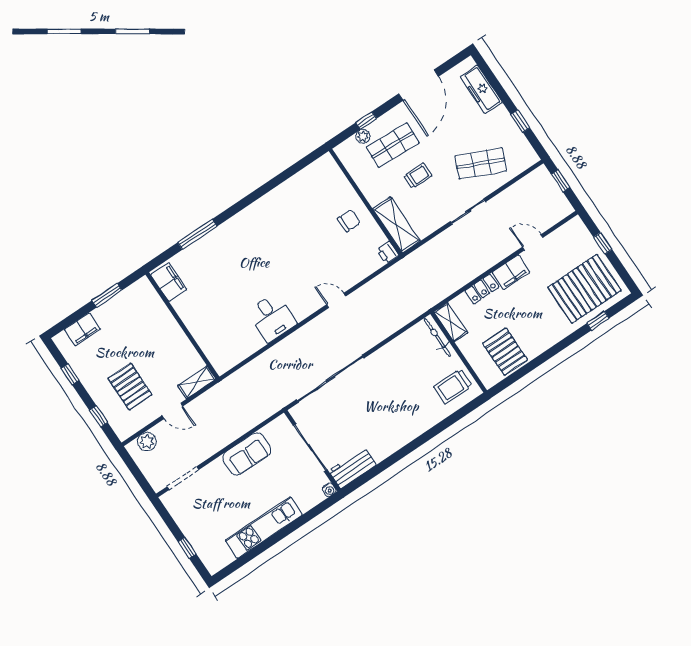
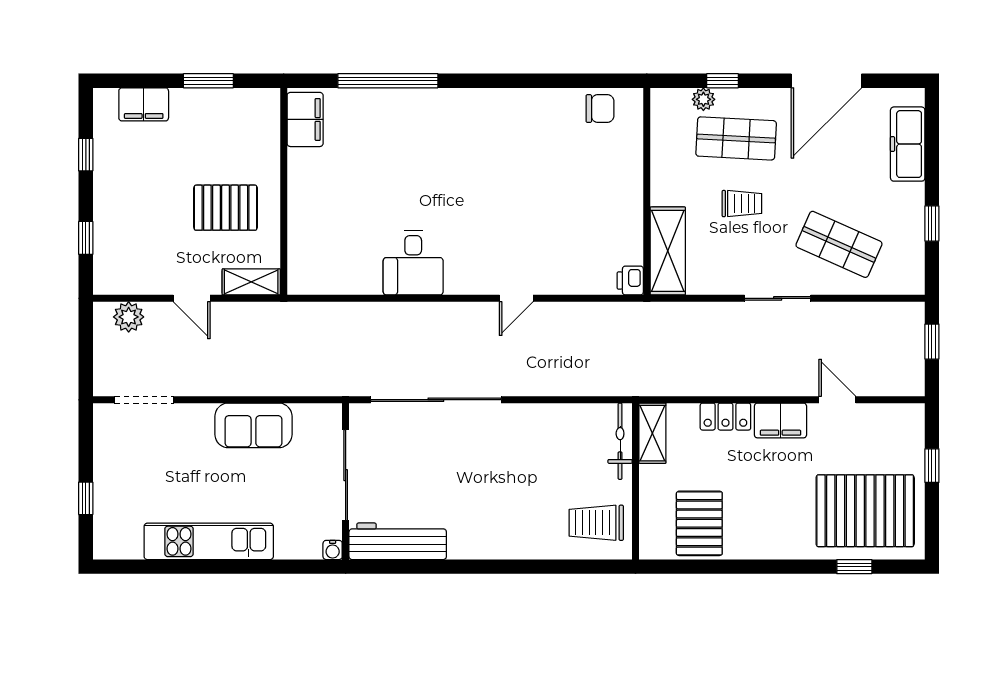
chair: (349, 221) -> (600, 109), moved
window: (197, 234) -> (388, 81), width x1.46
door: (336, 300) -> (516, 298), swing flipped
pallet: (130, 387) -> (226, 208), moved, turned 90
workbench: (352, 468) -> (398, 541), width x1.38

